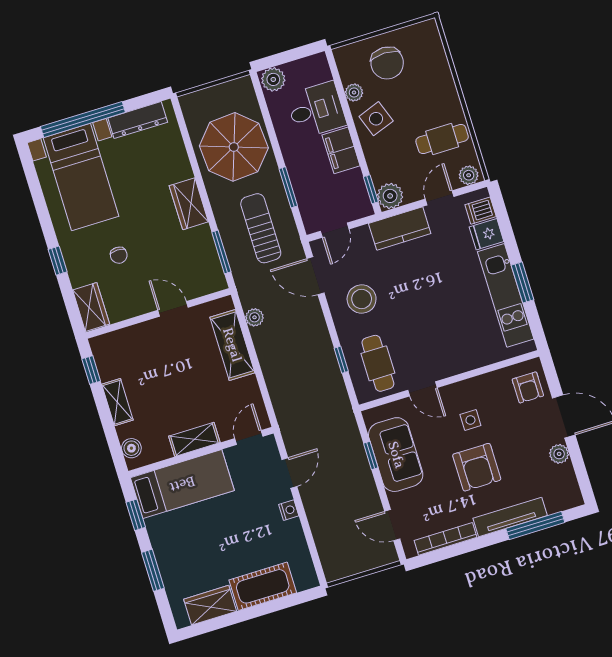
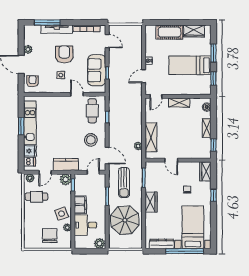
bed: (182, 484) -> (190, 65), moved

